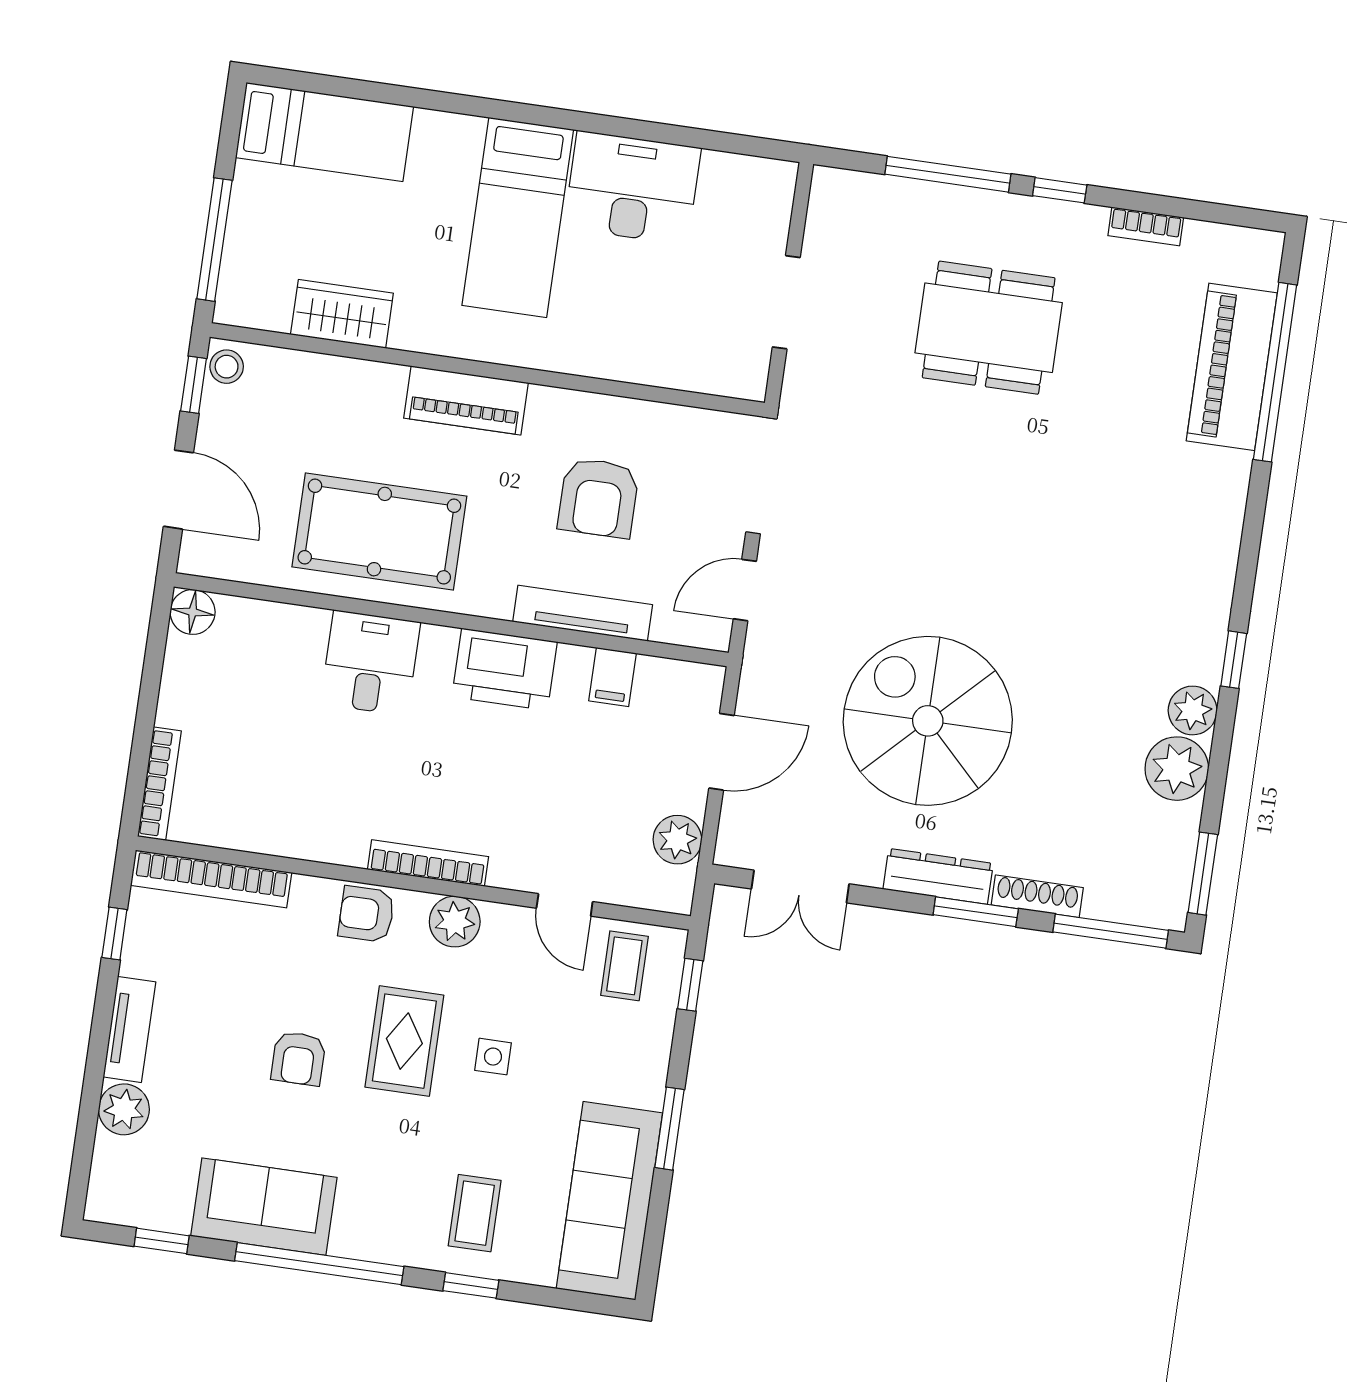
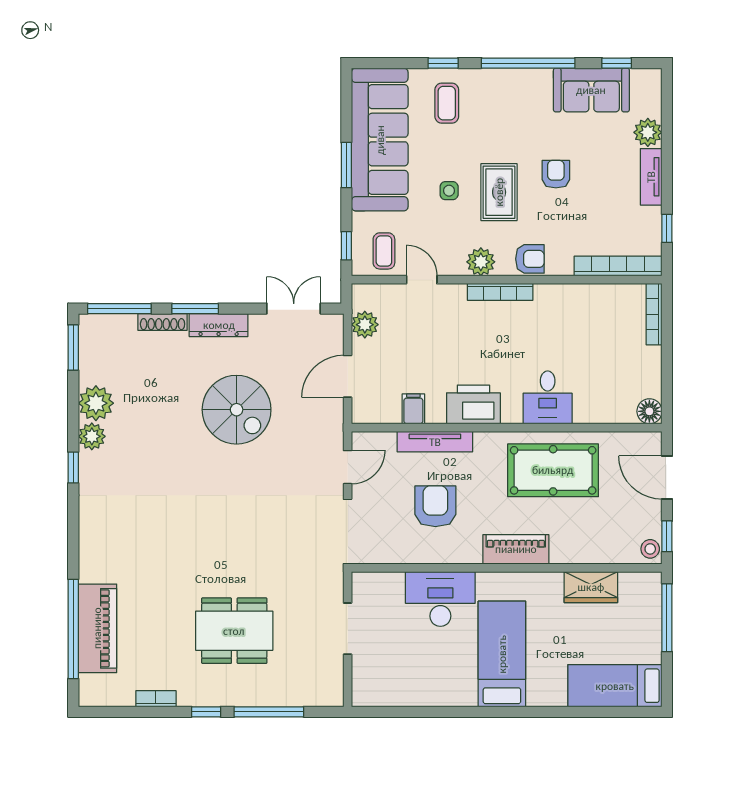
desk: (632, 188) -> (440, 599), moved, turned 180
spiral stairs: (928, 721) -> (237, 410), width x0.73, depth x0.73
sofa: (609, 1201) -> (380, 140), width x1.36, depth x1.27
sofa: (264, 1207) -> (591, 90), moved

